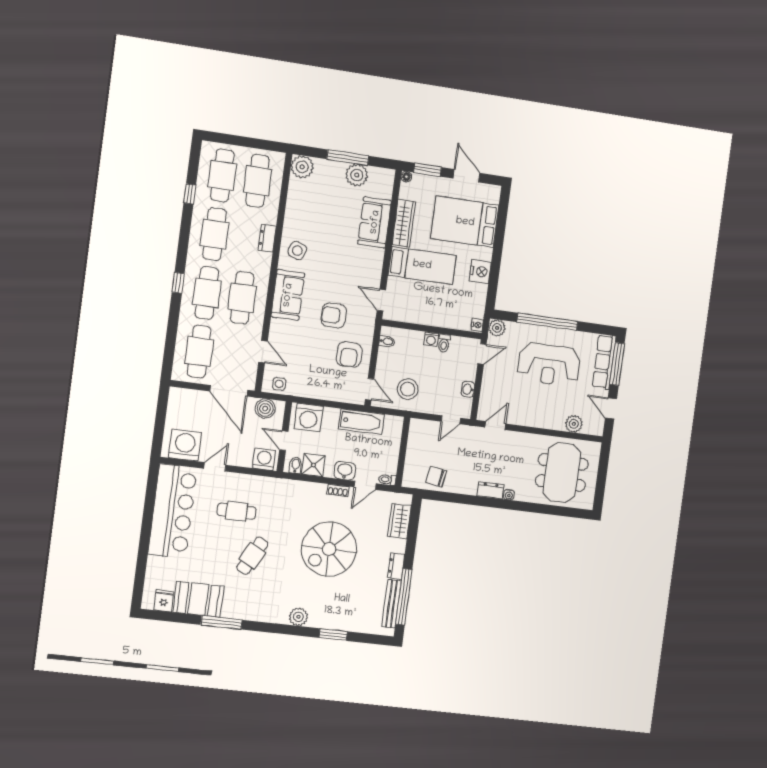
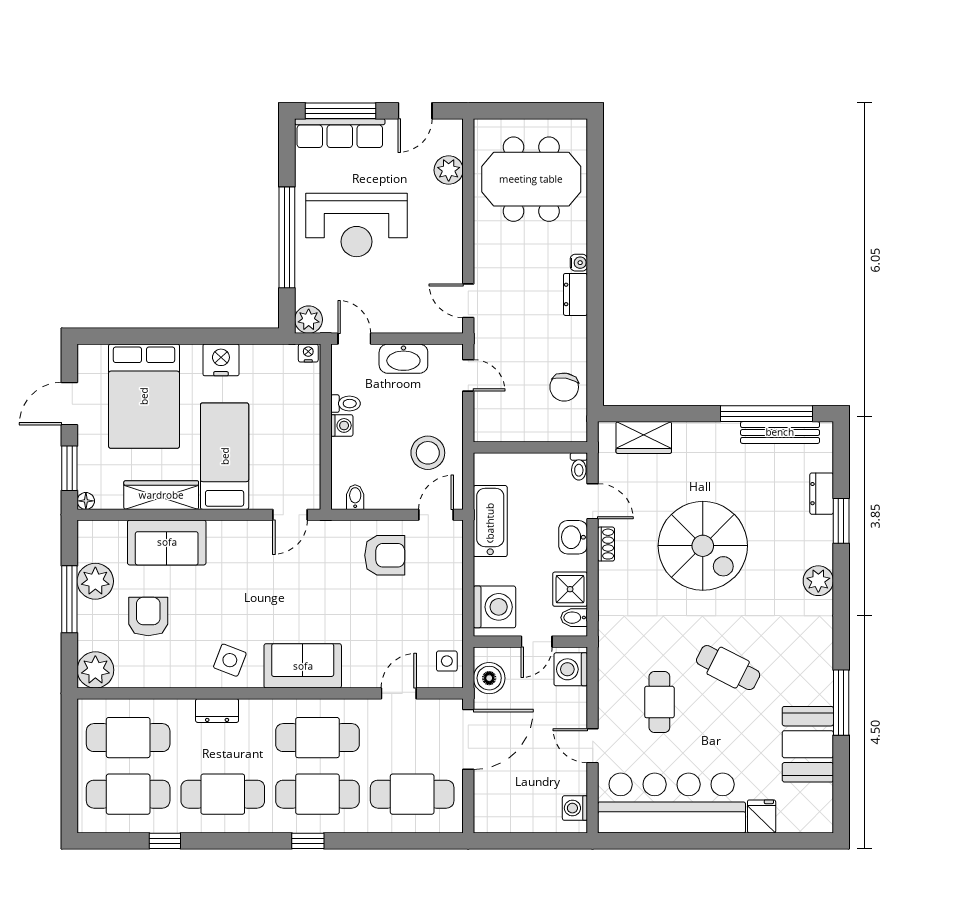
armchair: (334, 315) -> (148, 616), moved, turned 180
reception desk: (549, 364) -> (357, 225), turned 90
washbasin: (468, 389) -> (403, 359), width x1.91, depth x1.45
washing machine: (185, 445) -> (575, 808), width x0.53, depth x0.53
dresser: (396, 566) -> (822, 494), moved, turned 90
fridge: (164, 601) -> (762, 816), moved, turned 90

